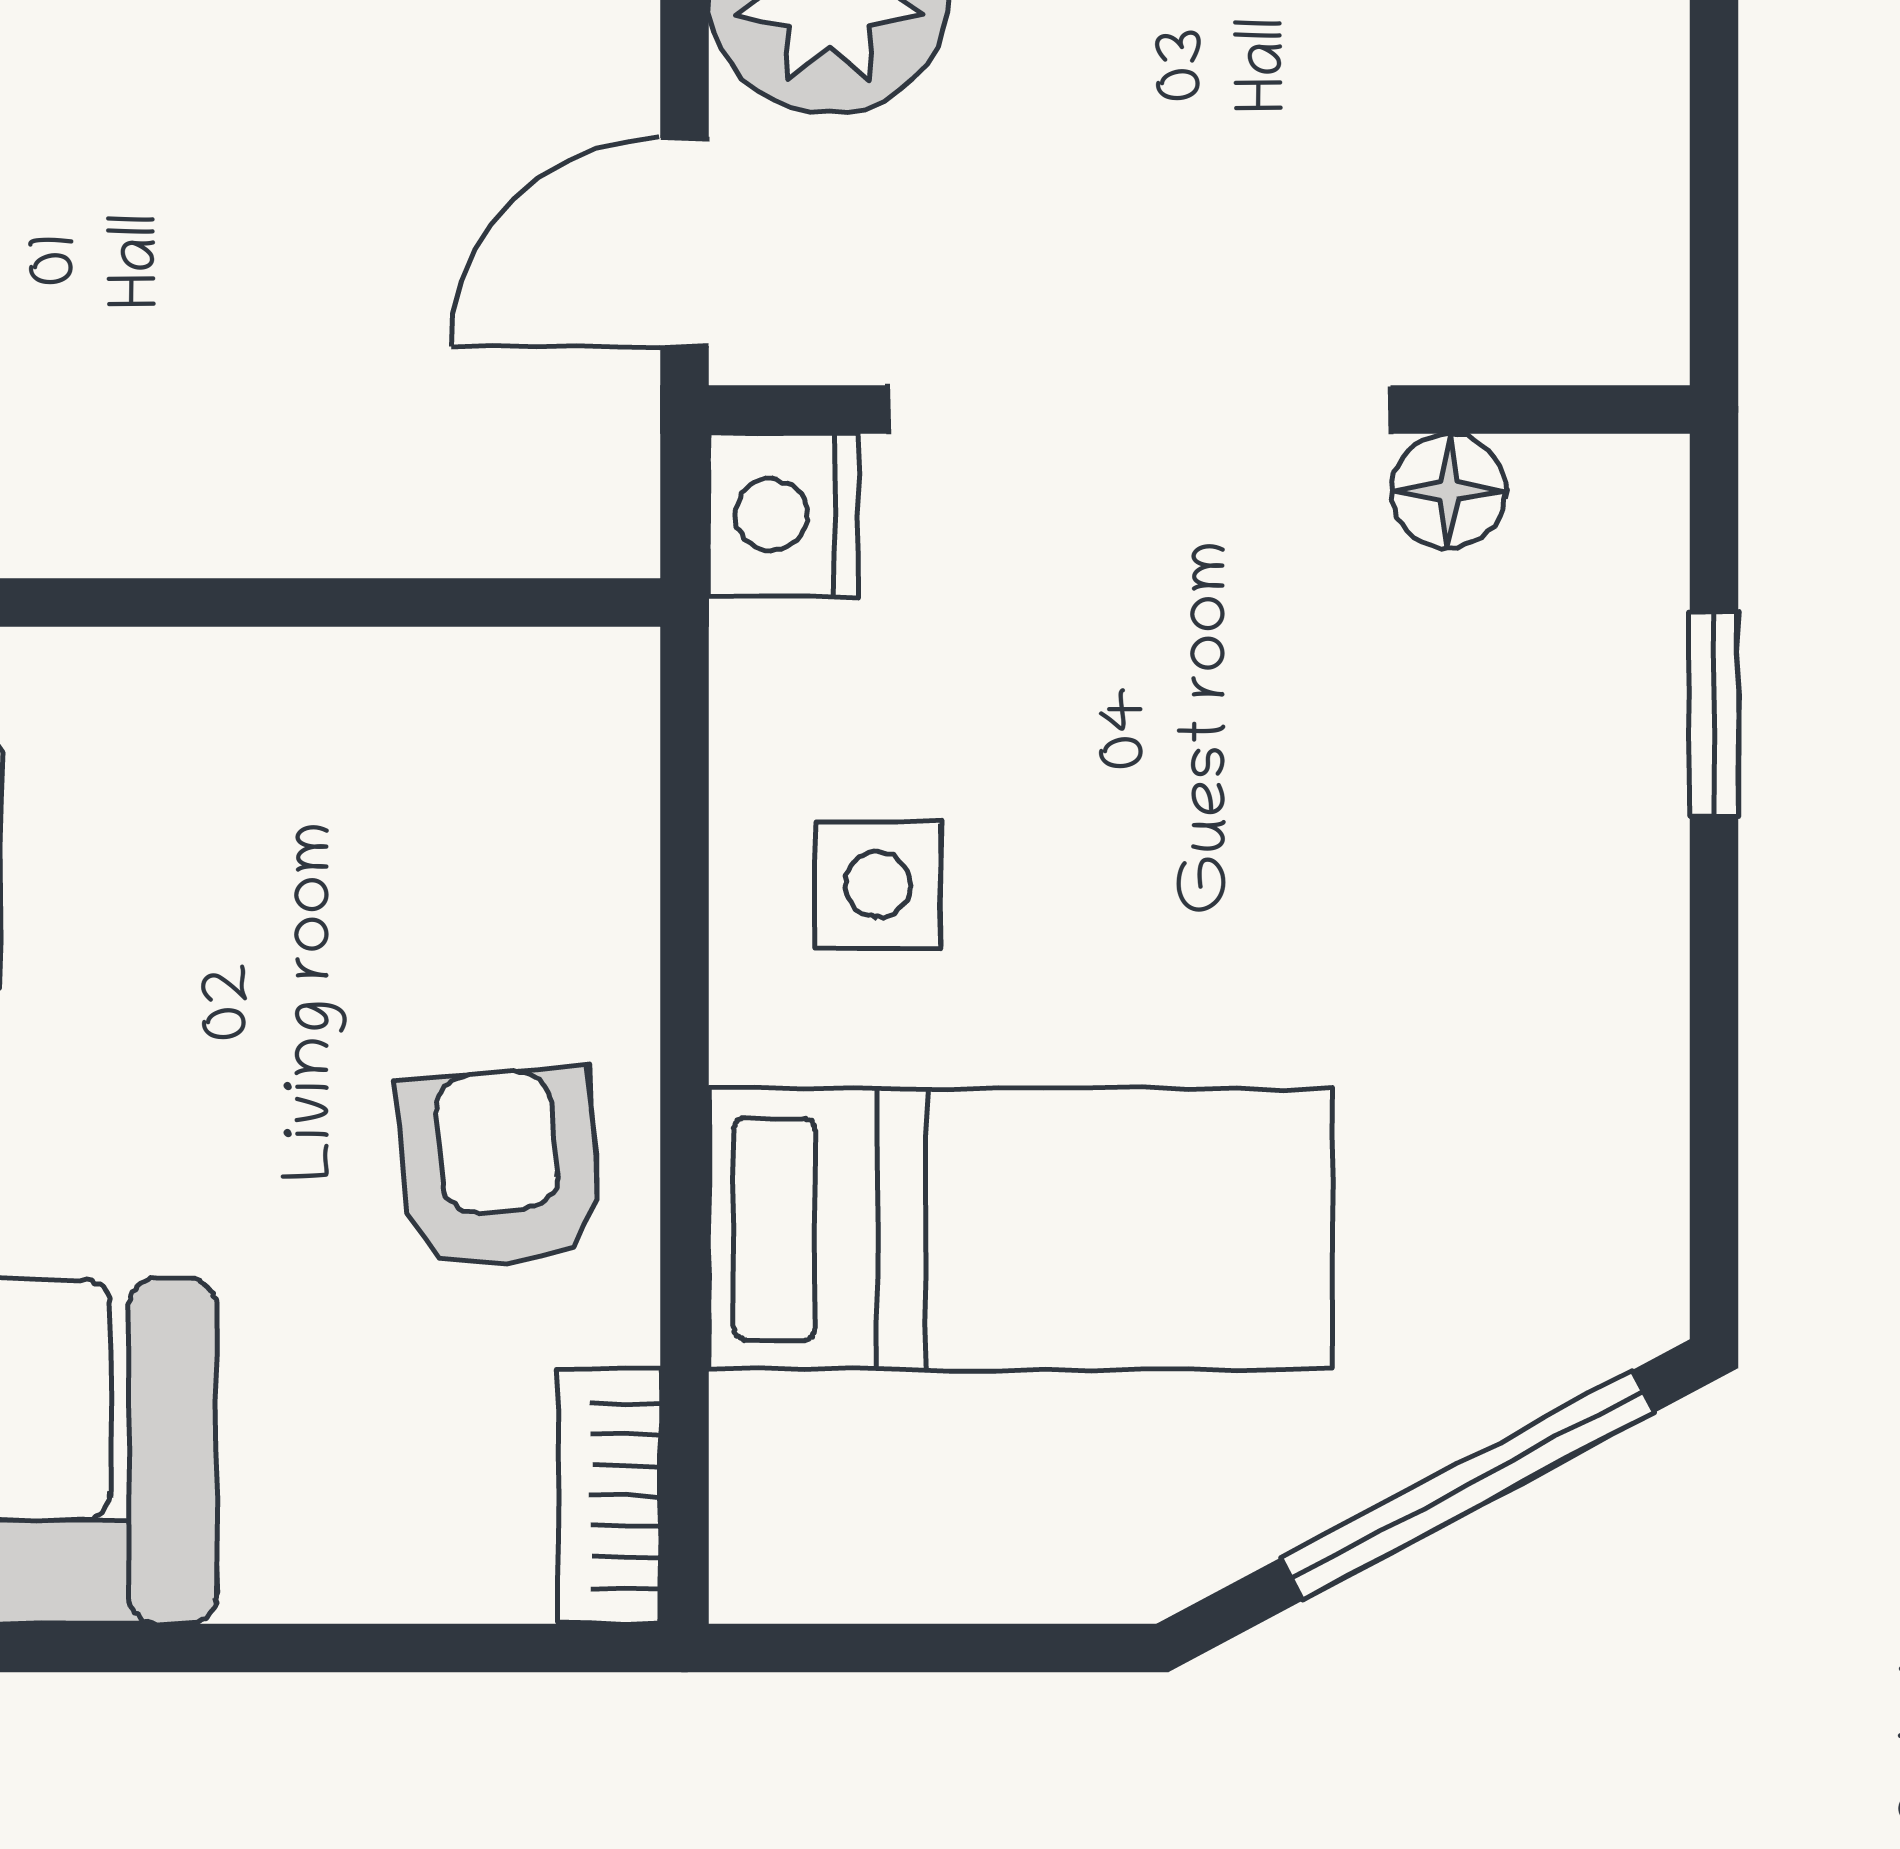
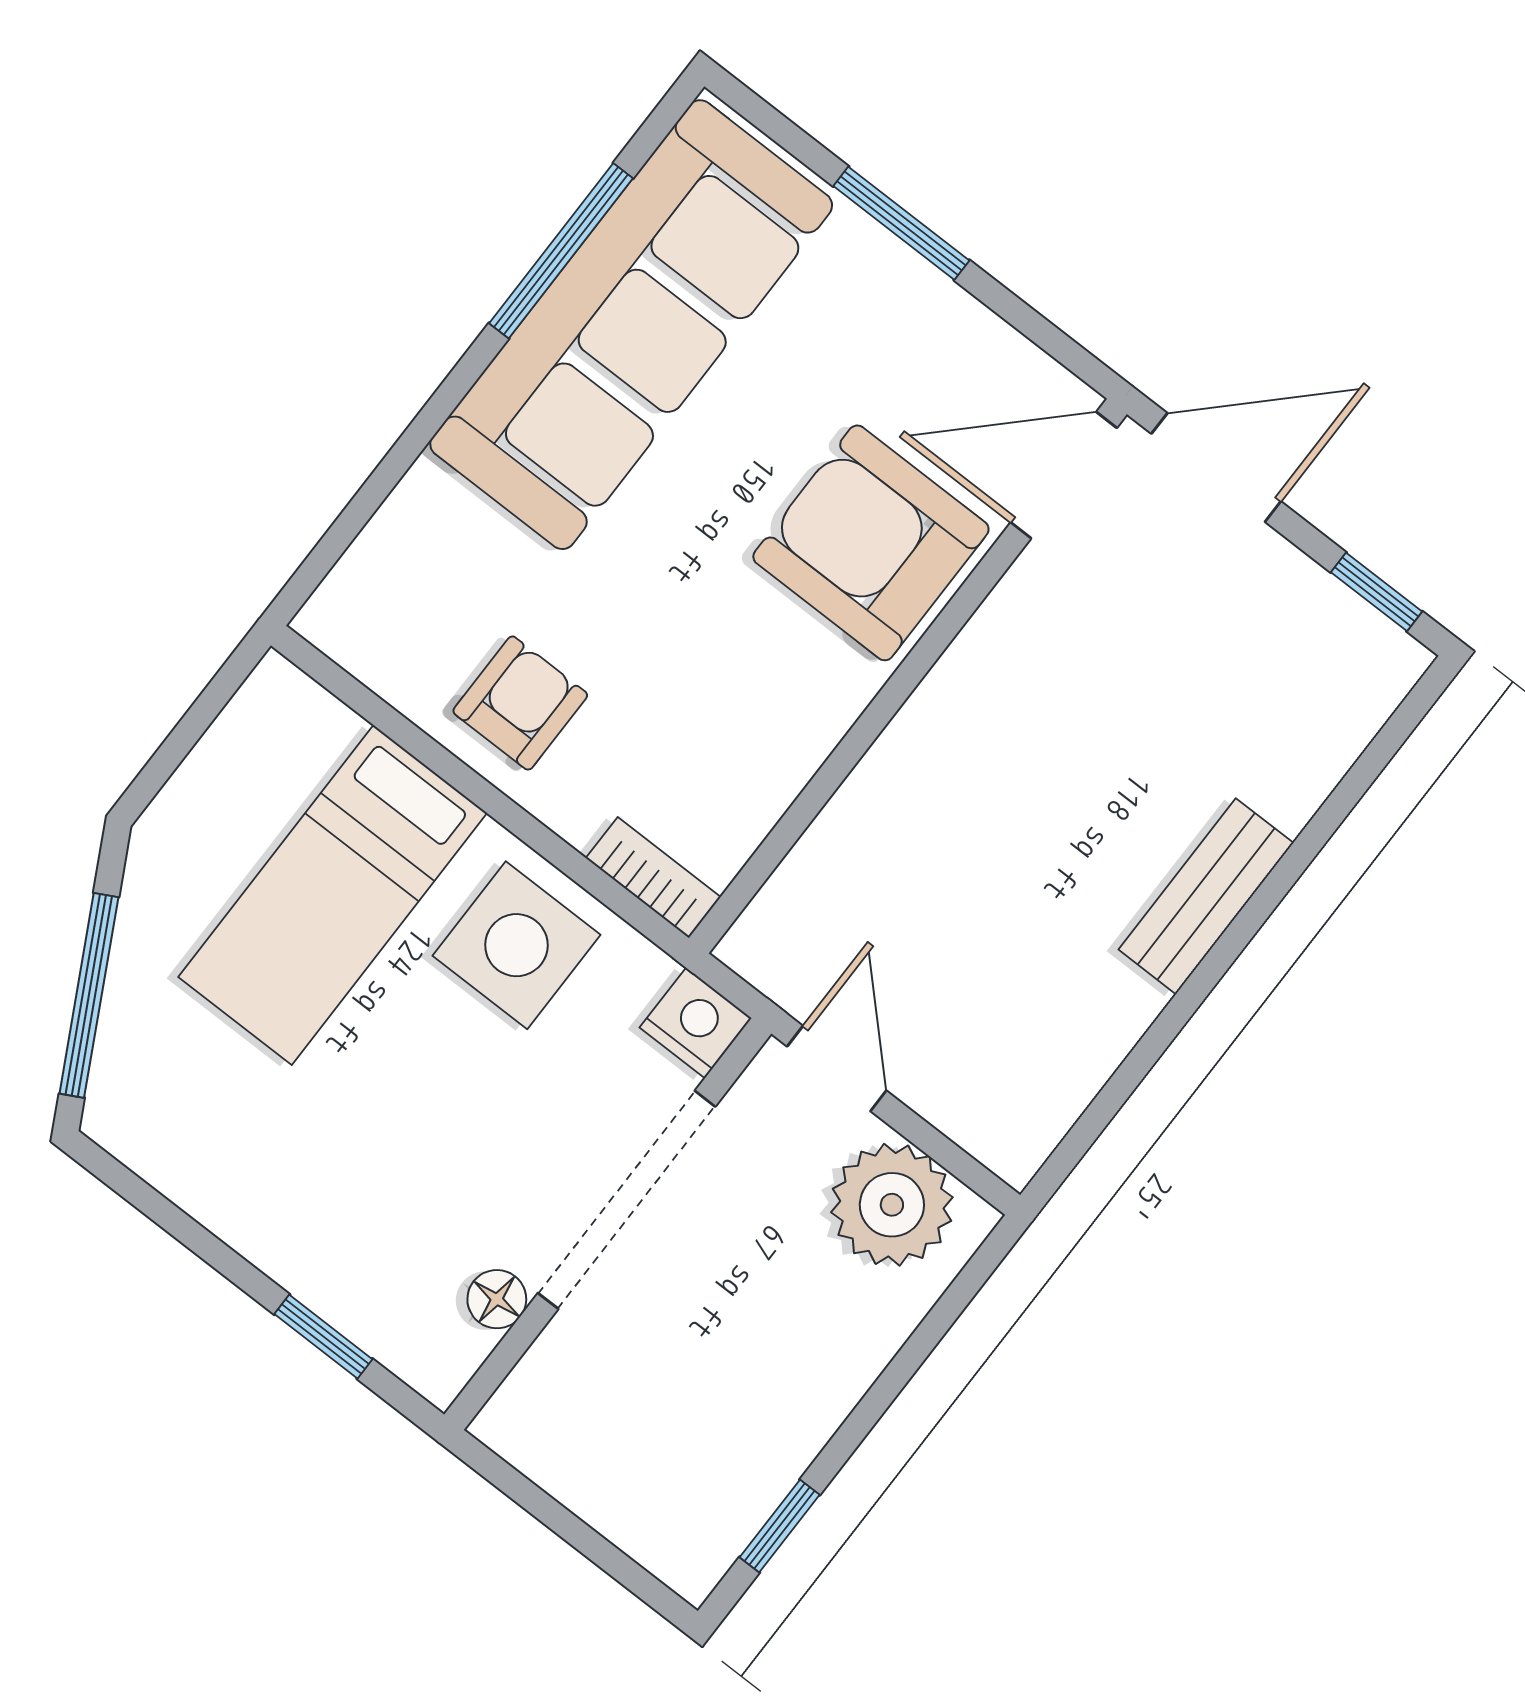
side table: (878, 885) -> (516, 945), width x1.87, depth x1.87
armchair: (499, 1169) -> (520, 703), turned -85
bookcase: (609, 1496) -> (653, 878), moved

